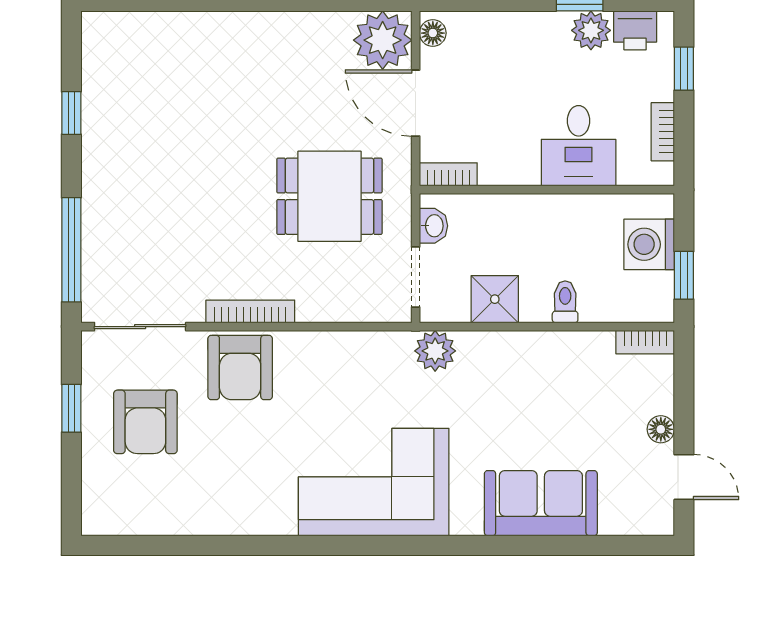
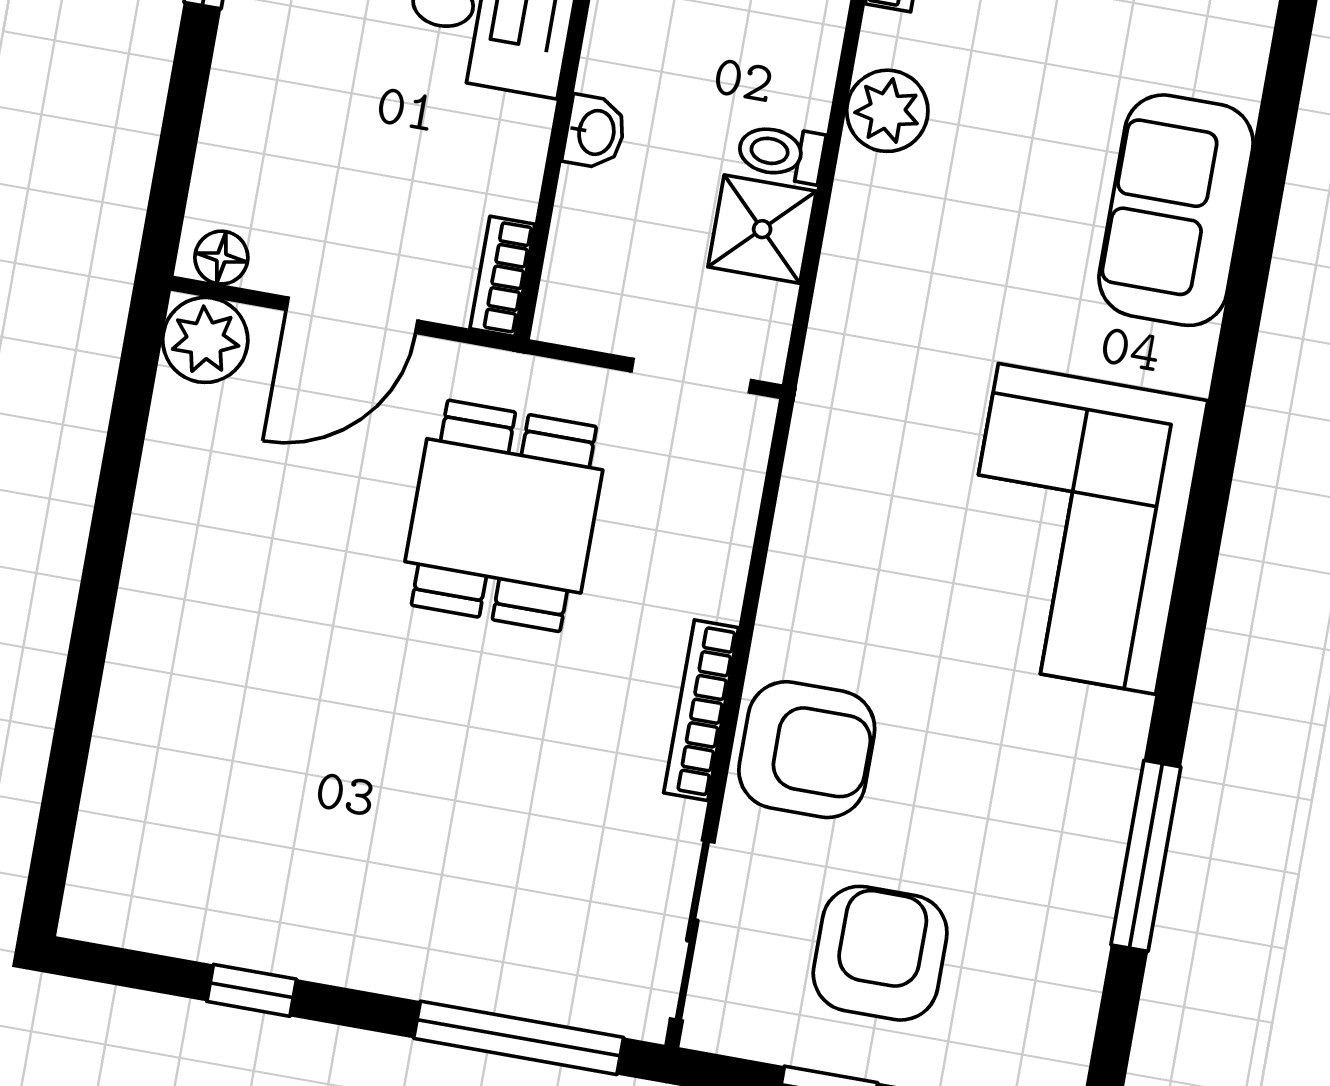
plant: (383, 40) -> (205, 340), width x0.73, depth x0.73
washbasin: (433, 226) -> (595, 132), moved, turned 90
toilet: (565, 302) -> (781, 153), moved
plant: (435, 351) -> (887, 111), moved
armchair: (145, 422) -> (880, 953), turned -90
window: (217, 545) -> (1146, 856), added

